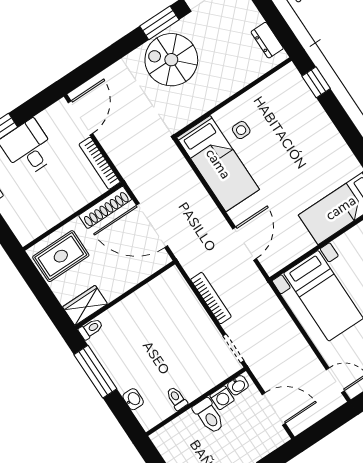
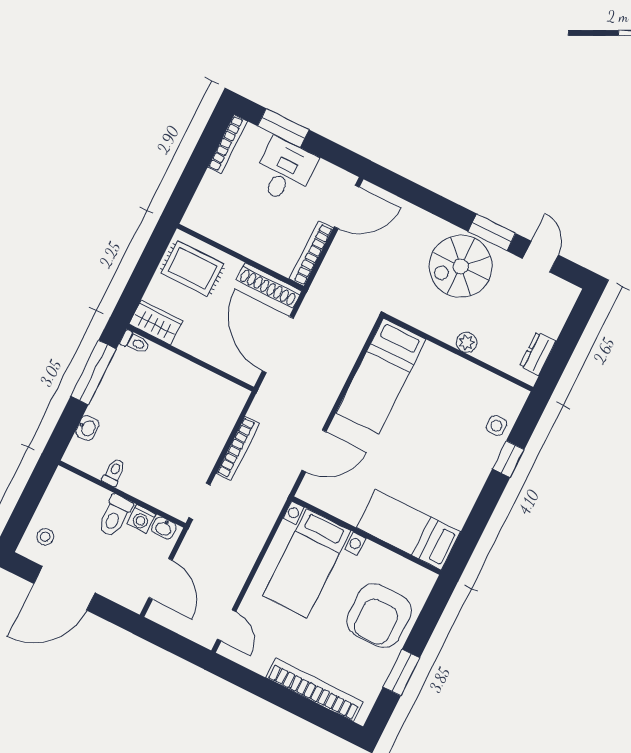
spiral stairs: (171, 60) -> (461, 266), turned -90
window: (316, 82) -> (508, 459), moved
plant: (229, 87) -> (467, 342), added
side table: (241, 130) -> (496, 426), moved

